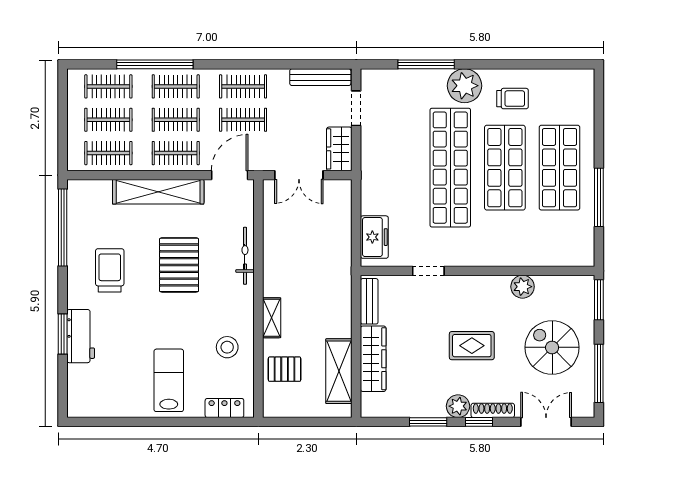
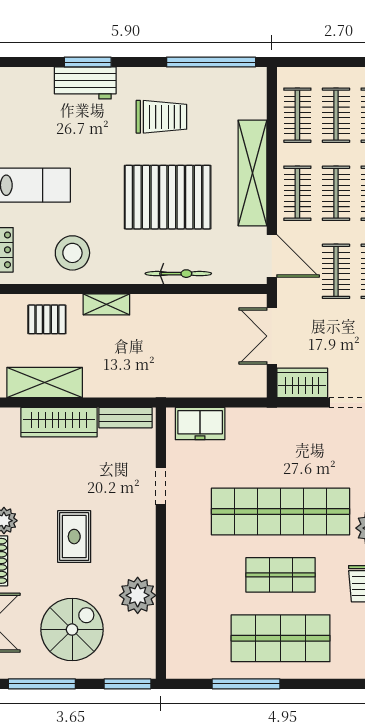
shop shelf: (505, 168) -> (281, 575), width x0.70, depth x0.74
pallet: (179, 265) -> (168, 197), width x1.37, depth x1.41
plant: (523, 287) -> (138, 595), width x1.36, depth x1.36
stool: (227, 347) -> (72, 253), width x1.38, depth x1.38
pallet: (285, 369) -> (47, 319), turned 90

